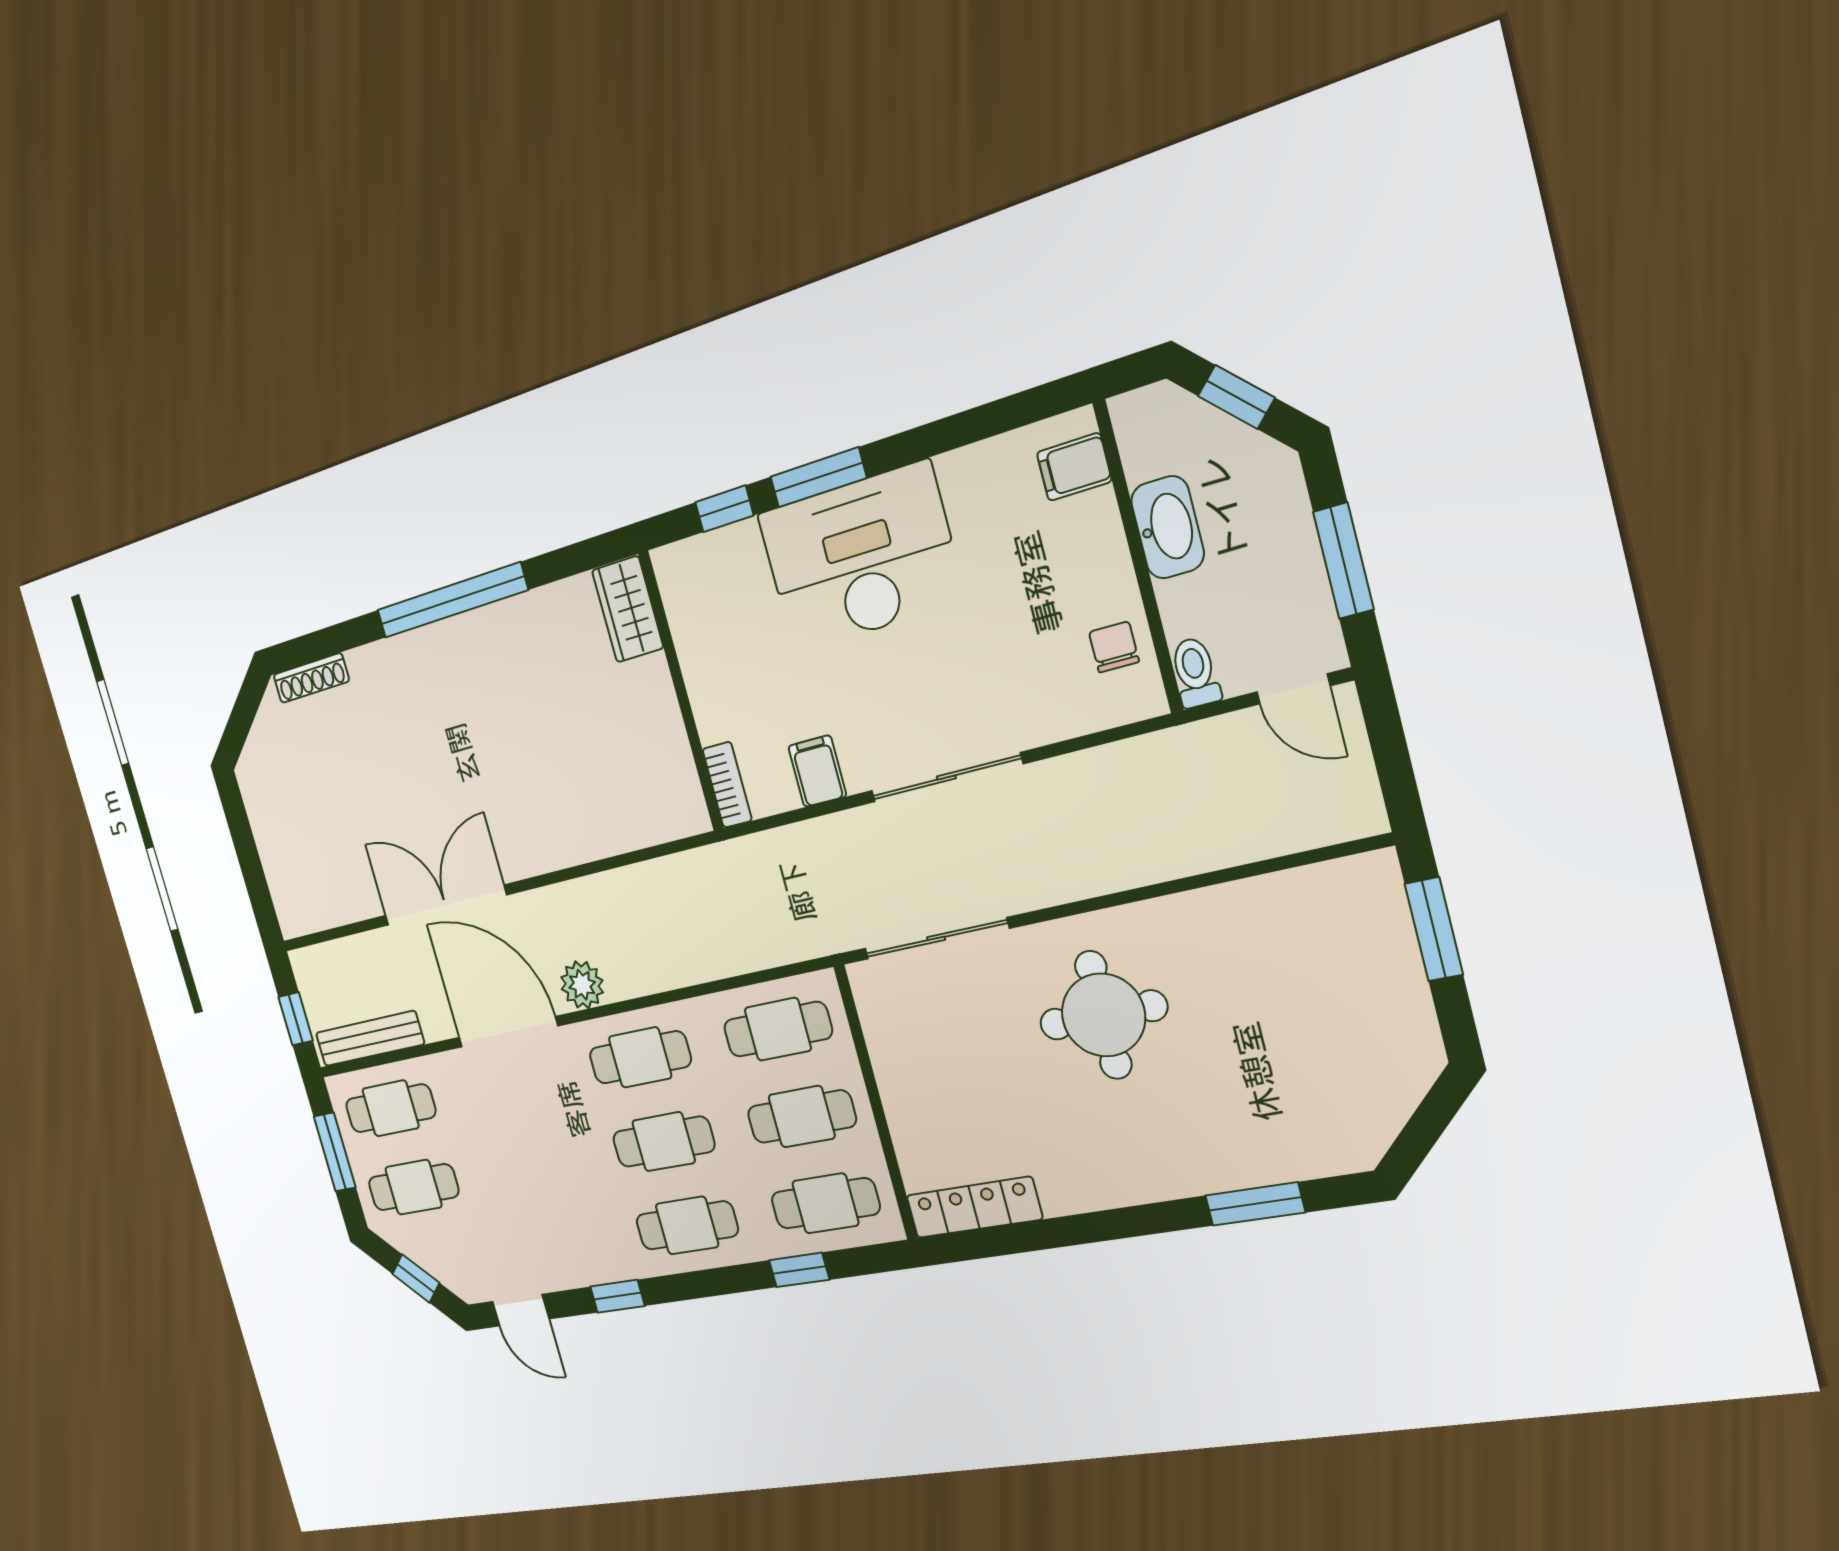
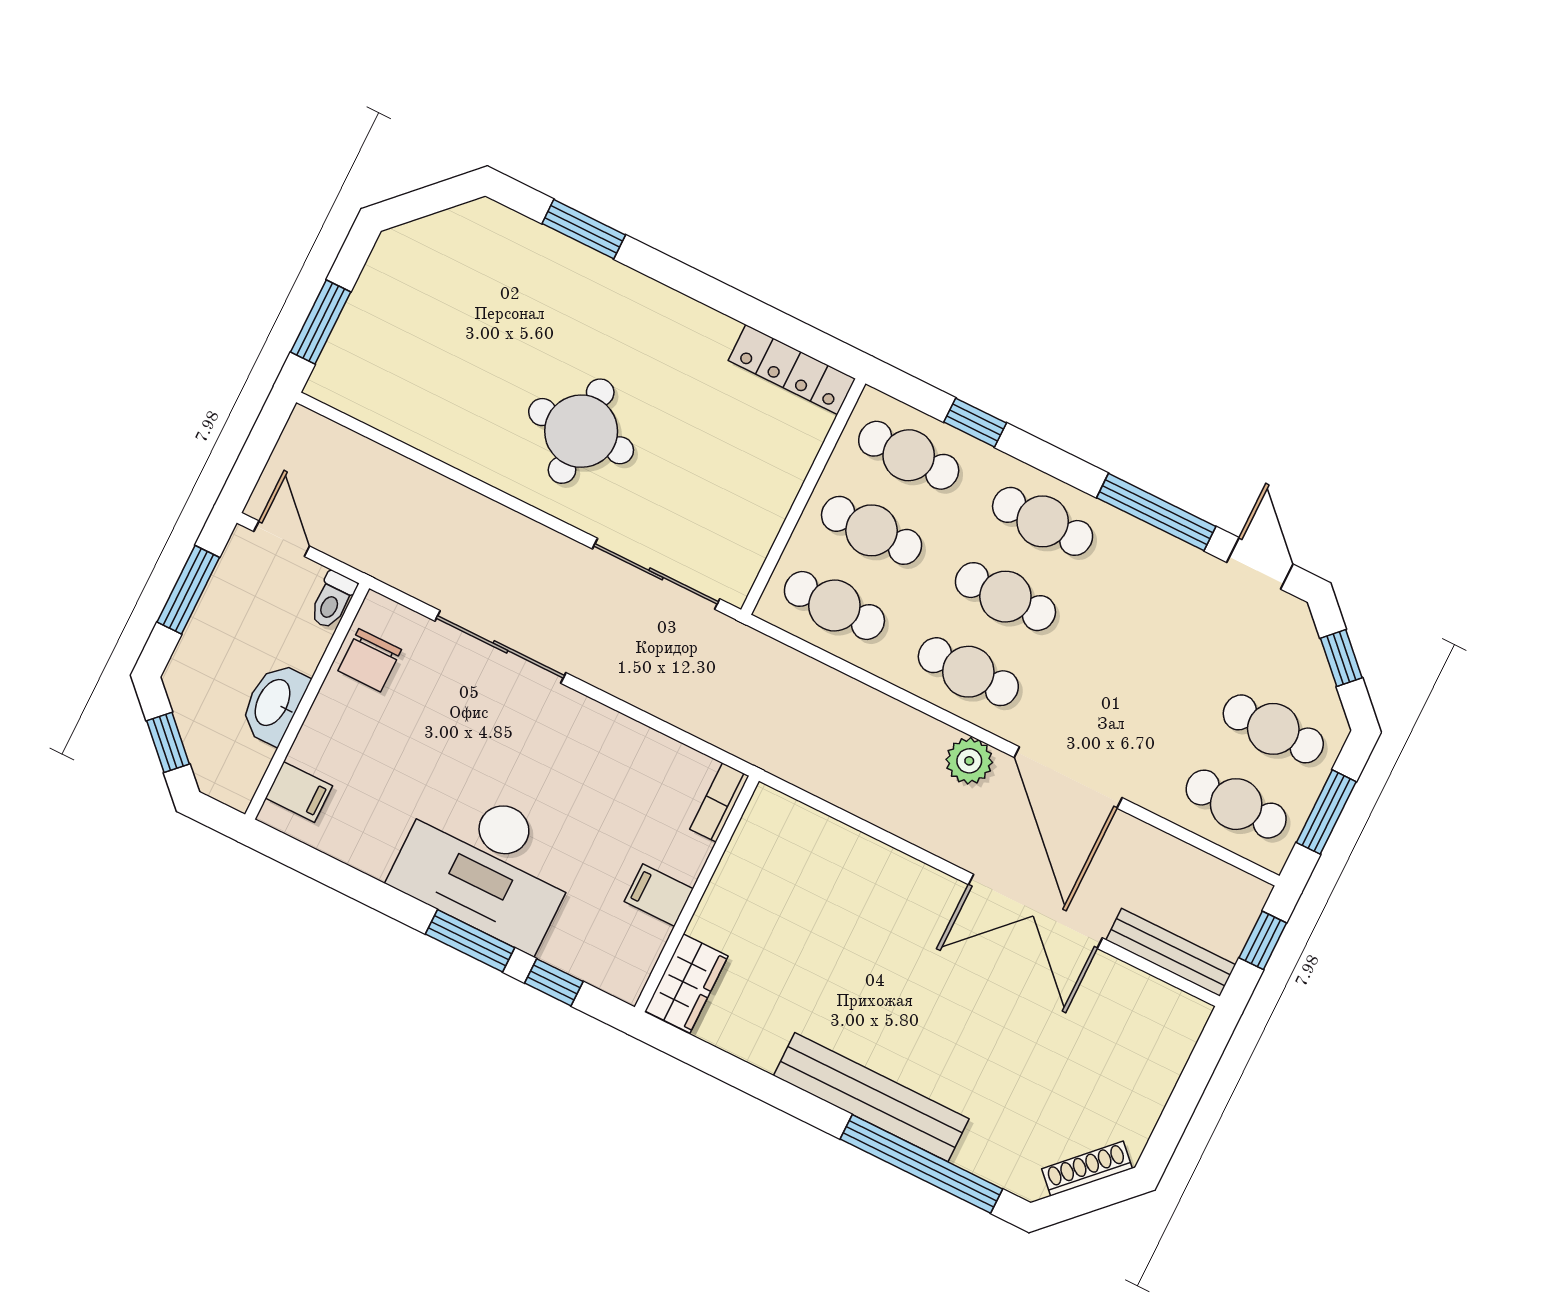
window: (452, 600) -> (921, 1164), moved
chair: (1114, 647) -> (370, 660), width x1.37, depth x1.37
bench: (431, 649) -> (871, 1097), added
shoe rack: (311, 678) -> (1087, 1169), moved, turned -45
filing cabinet: (817, 771) -> (659, 895), moved, turned 90
sliding door: (946, 777) -> (500, 647), moved
bench: (370, 1038) -> (1171, 952), moved
window: (617, 1296) -> (1156, 512), width x2.17

